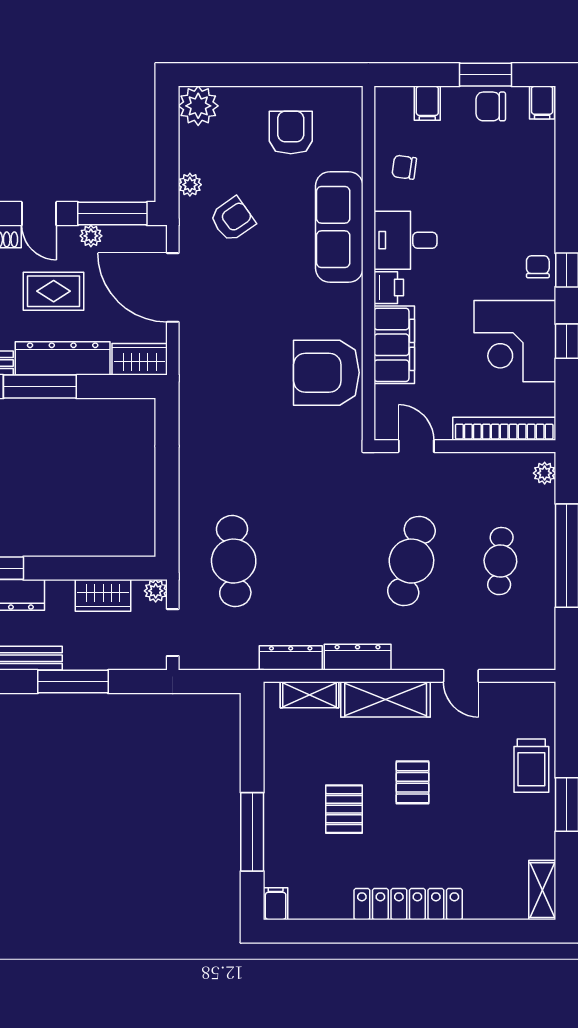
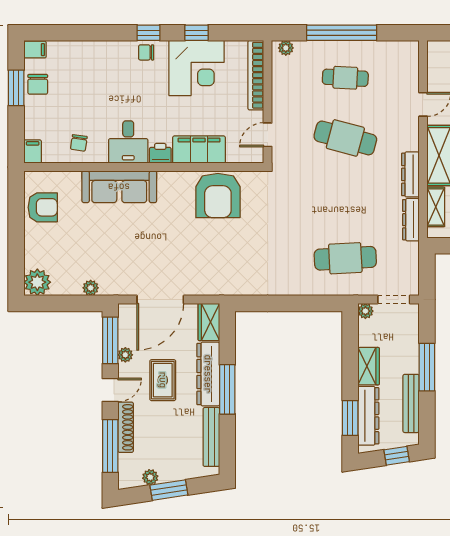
filing cabinet: (427, 103) -> (33, 152), moved, turned -90
armchair: (291, 133) -> (43, 207), moved, turned 180
armchair: (232, 219) -> (114, 259), removed
wardrobe: (103, 595) -> (369, 366), moved

